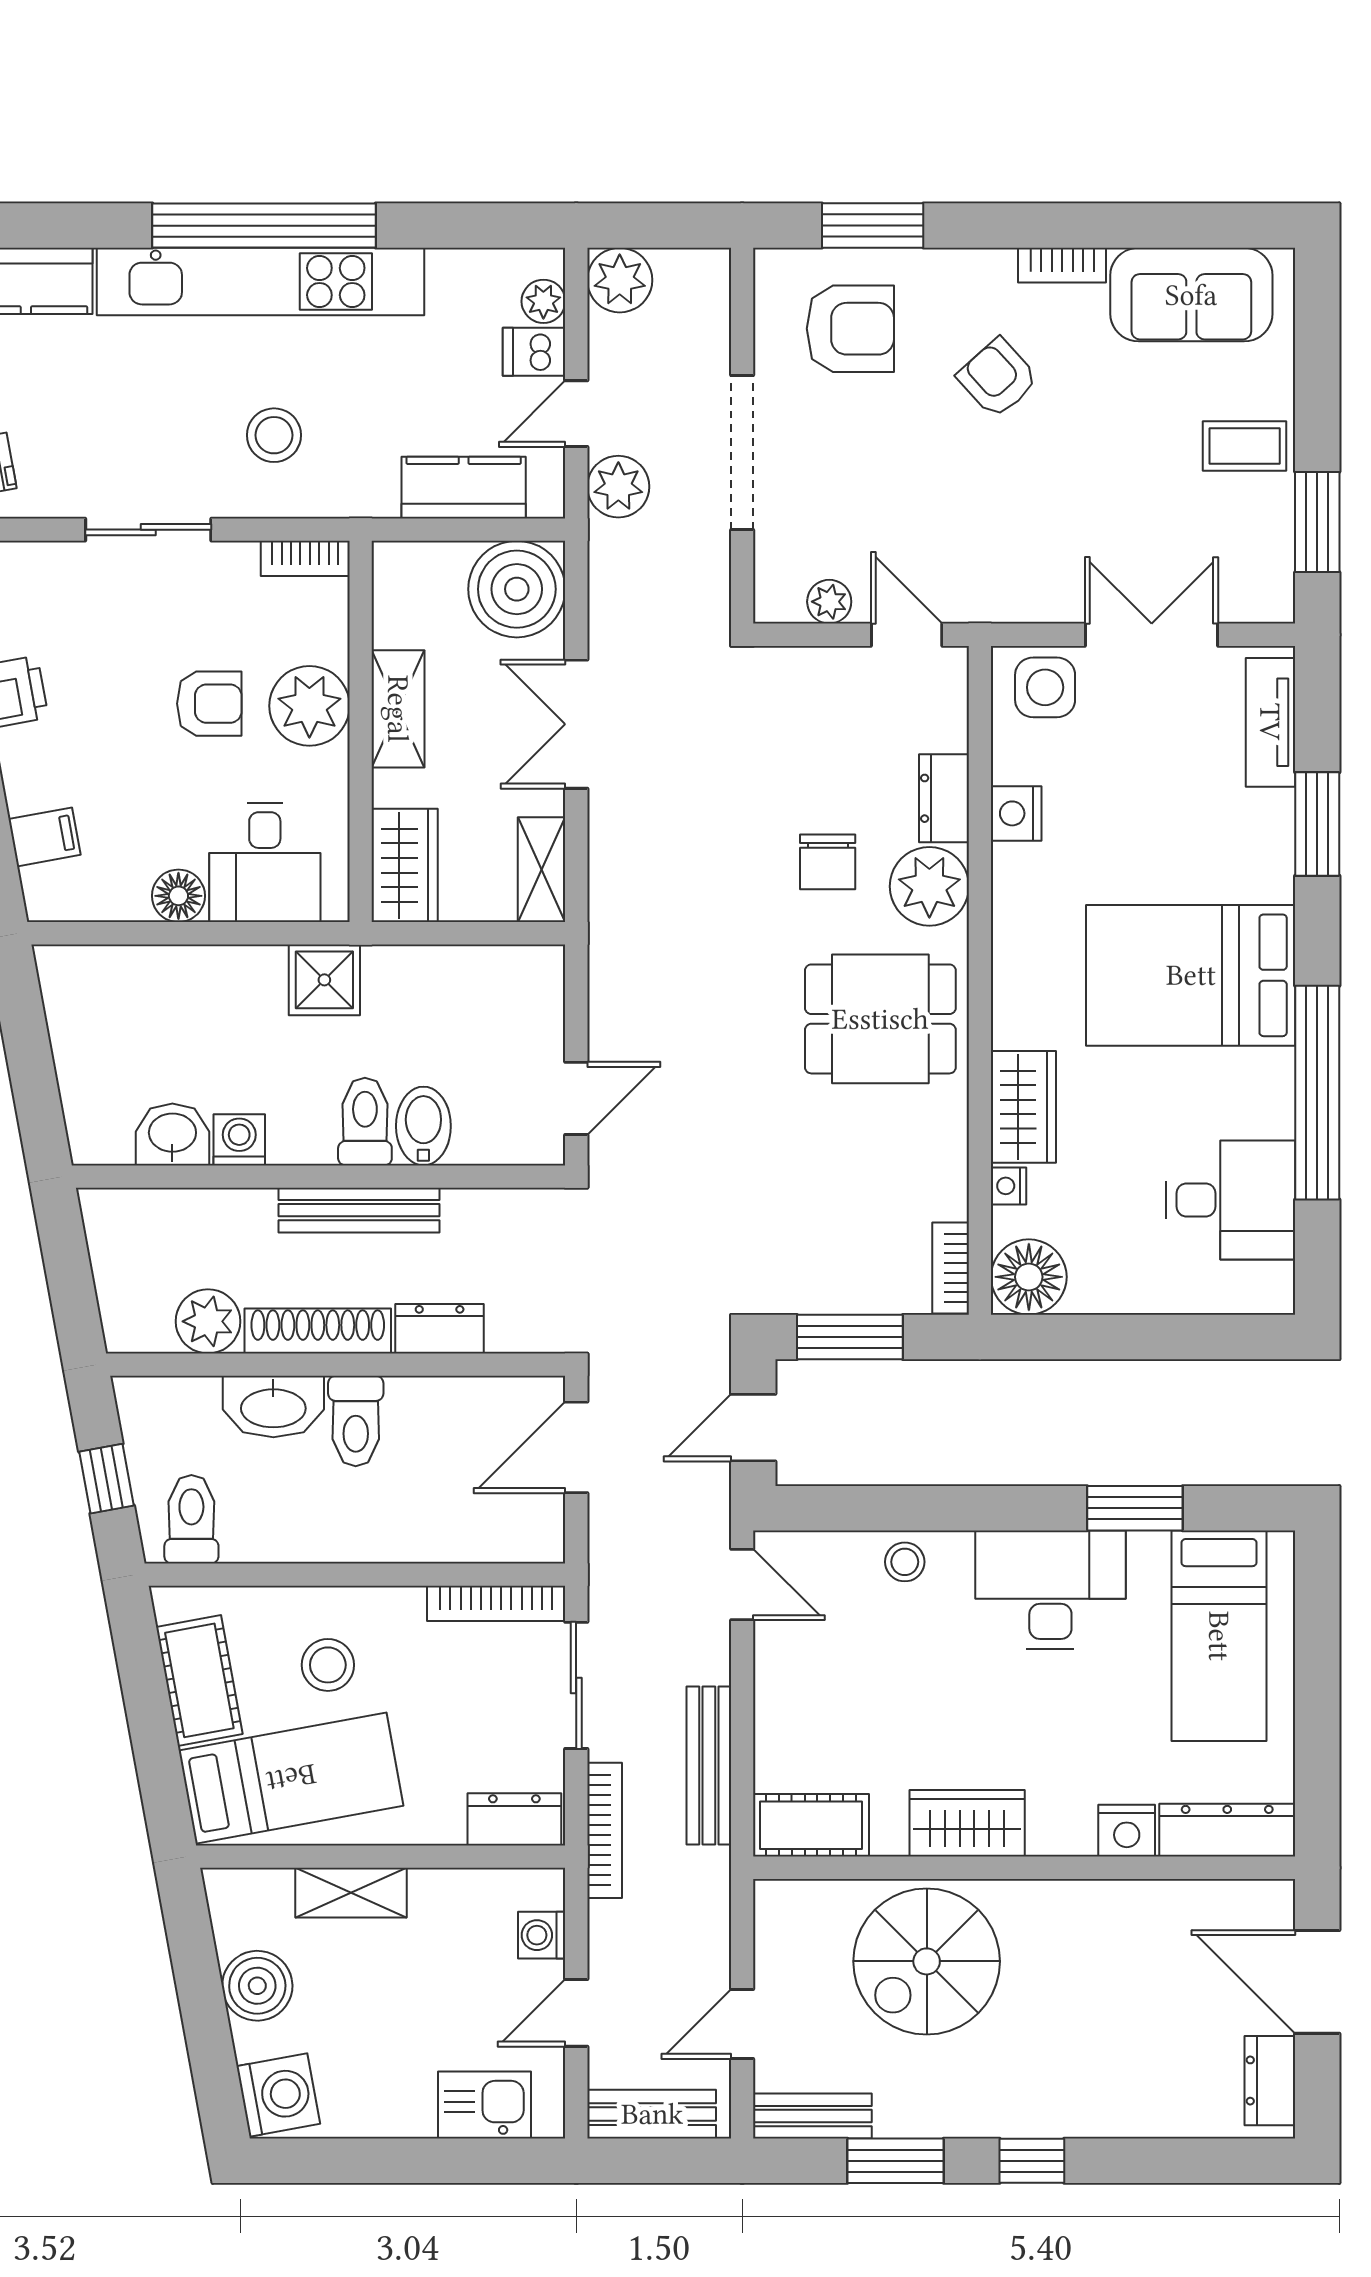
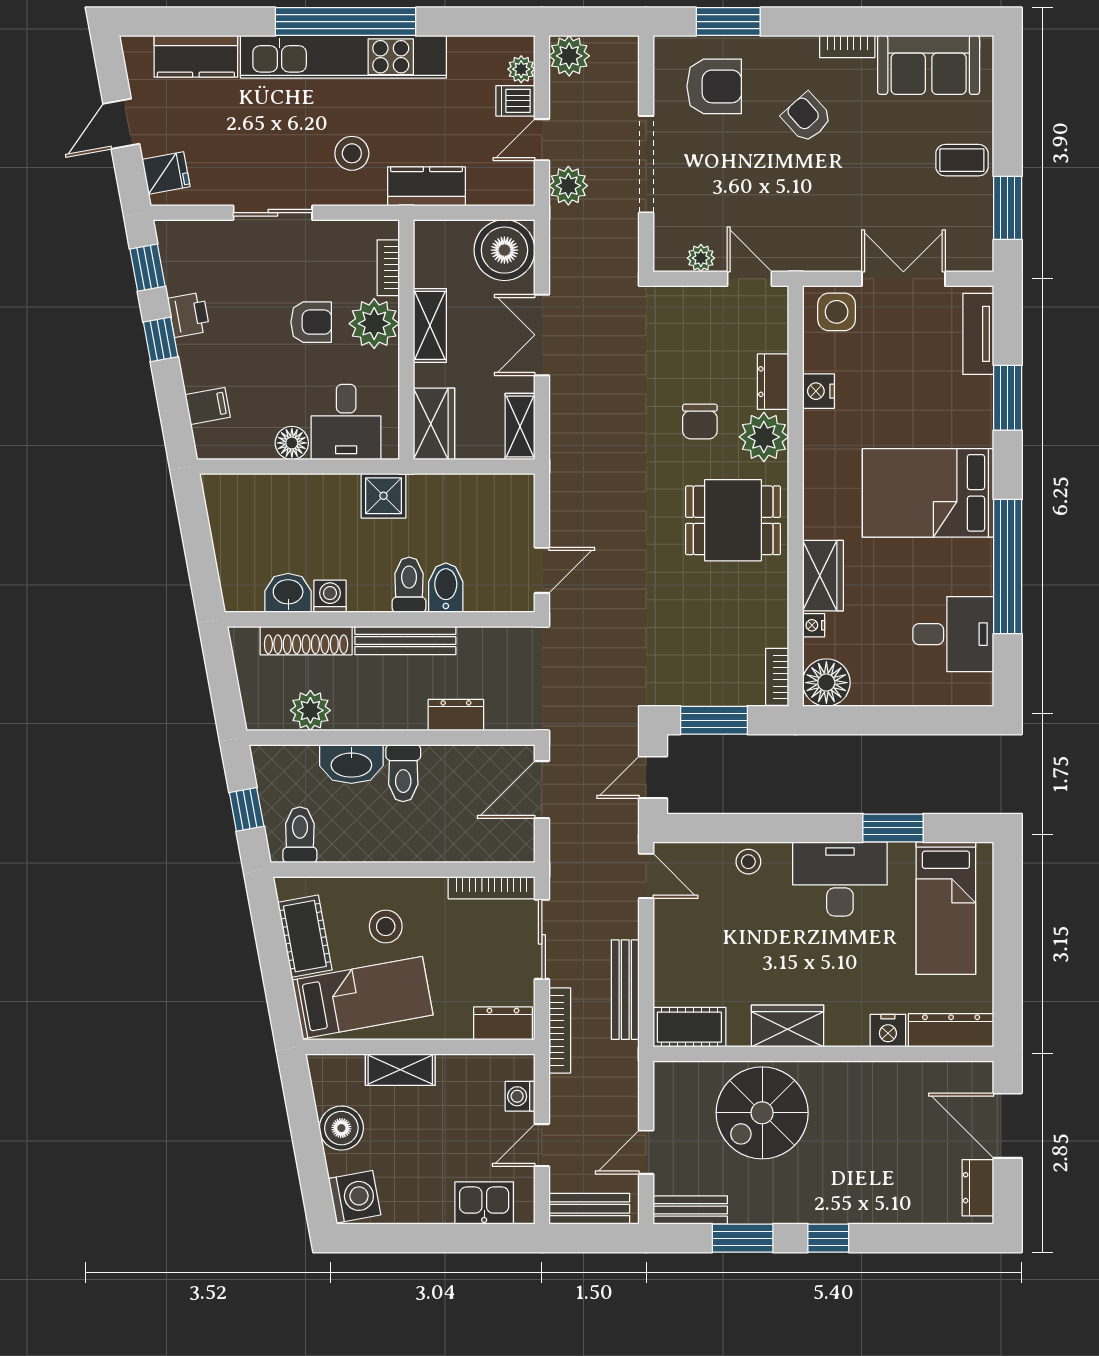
kitchen counter: (464, 488) -> (426, 186), moved
bookcase: (305, 558) -> (388, 268), moved, turned 90
shoe rack: (318, 1331) -> (306, 641), moved, turned 180

